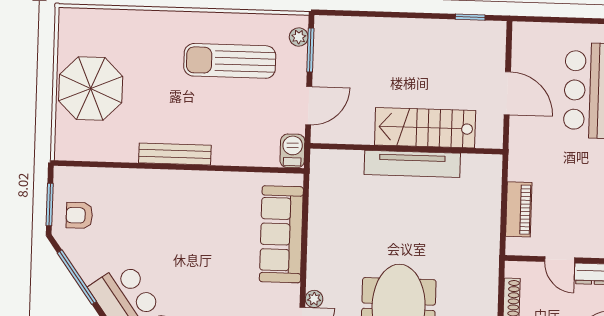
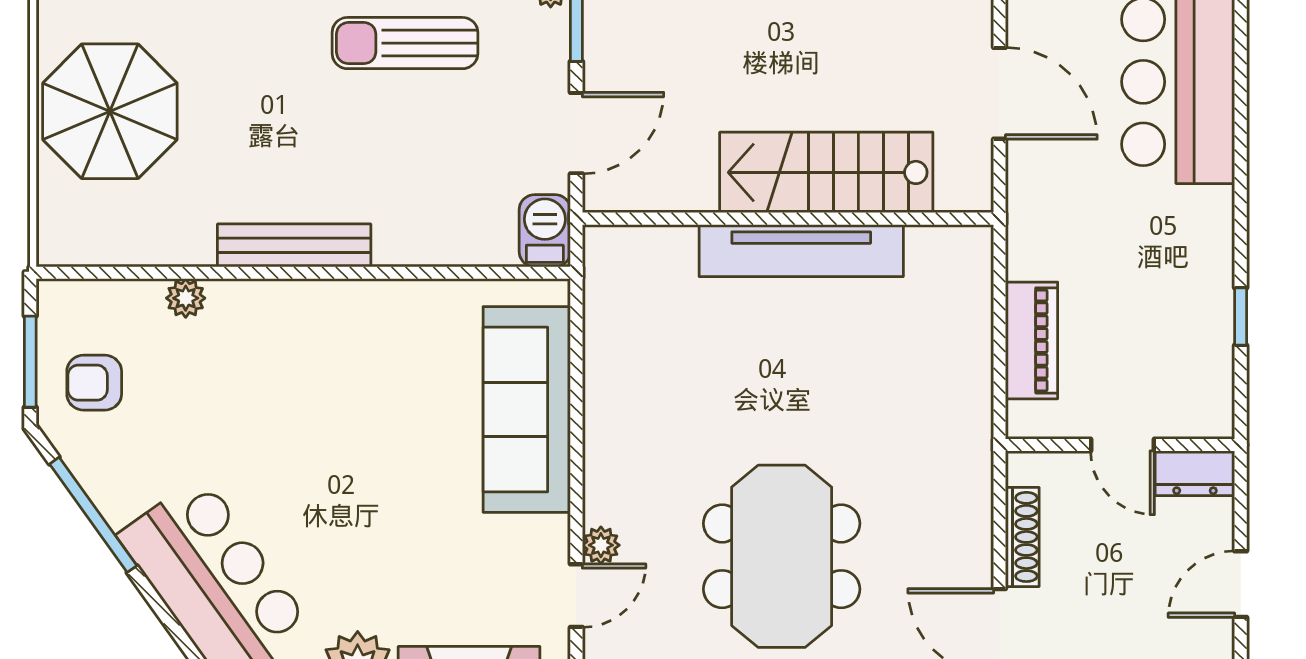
sun lounger: (230, 61) -> (405, 43), width x0.73, depth x0.75
plant: (123, 177) -> (186, 298), added

